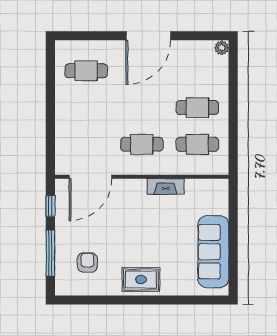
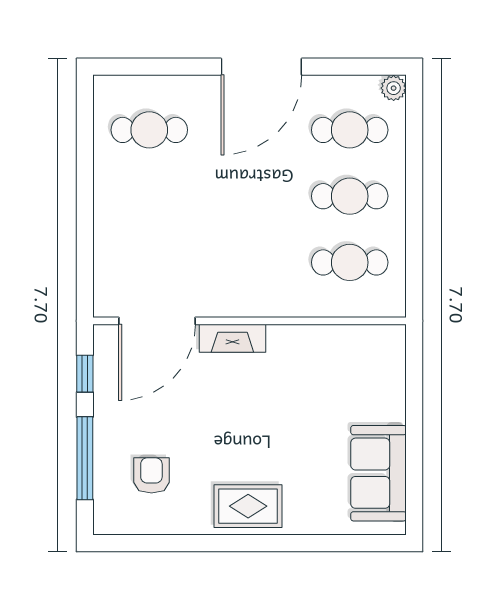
cafe table: (142, 144) -> (350, 130), moved
fireplace: (166, 186) -> (232, 338), moved
sofa: (213, 252) -> (379, 473), width x0.73

